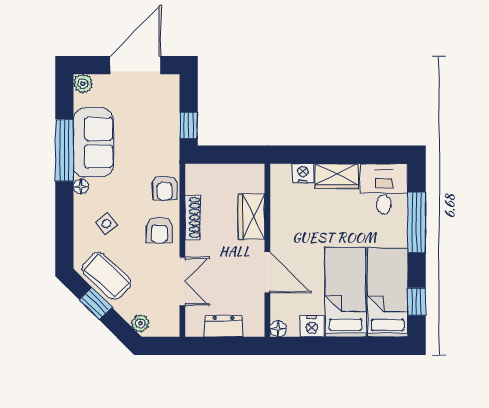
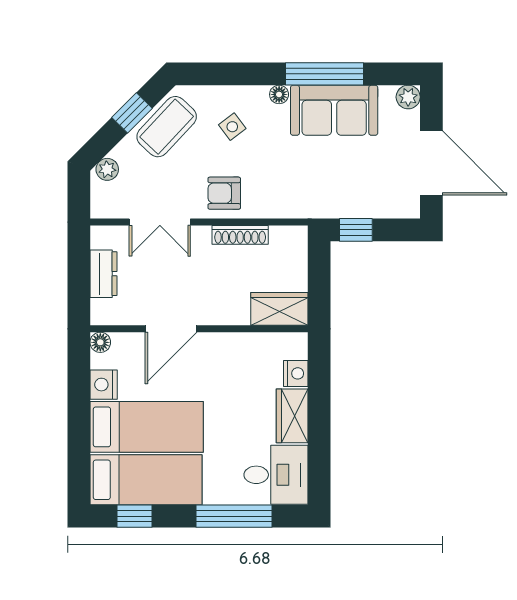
armchair: (165, 188) -> (277, 200), removed
wardrobe: (251, 217) -> (279, 309), moved

